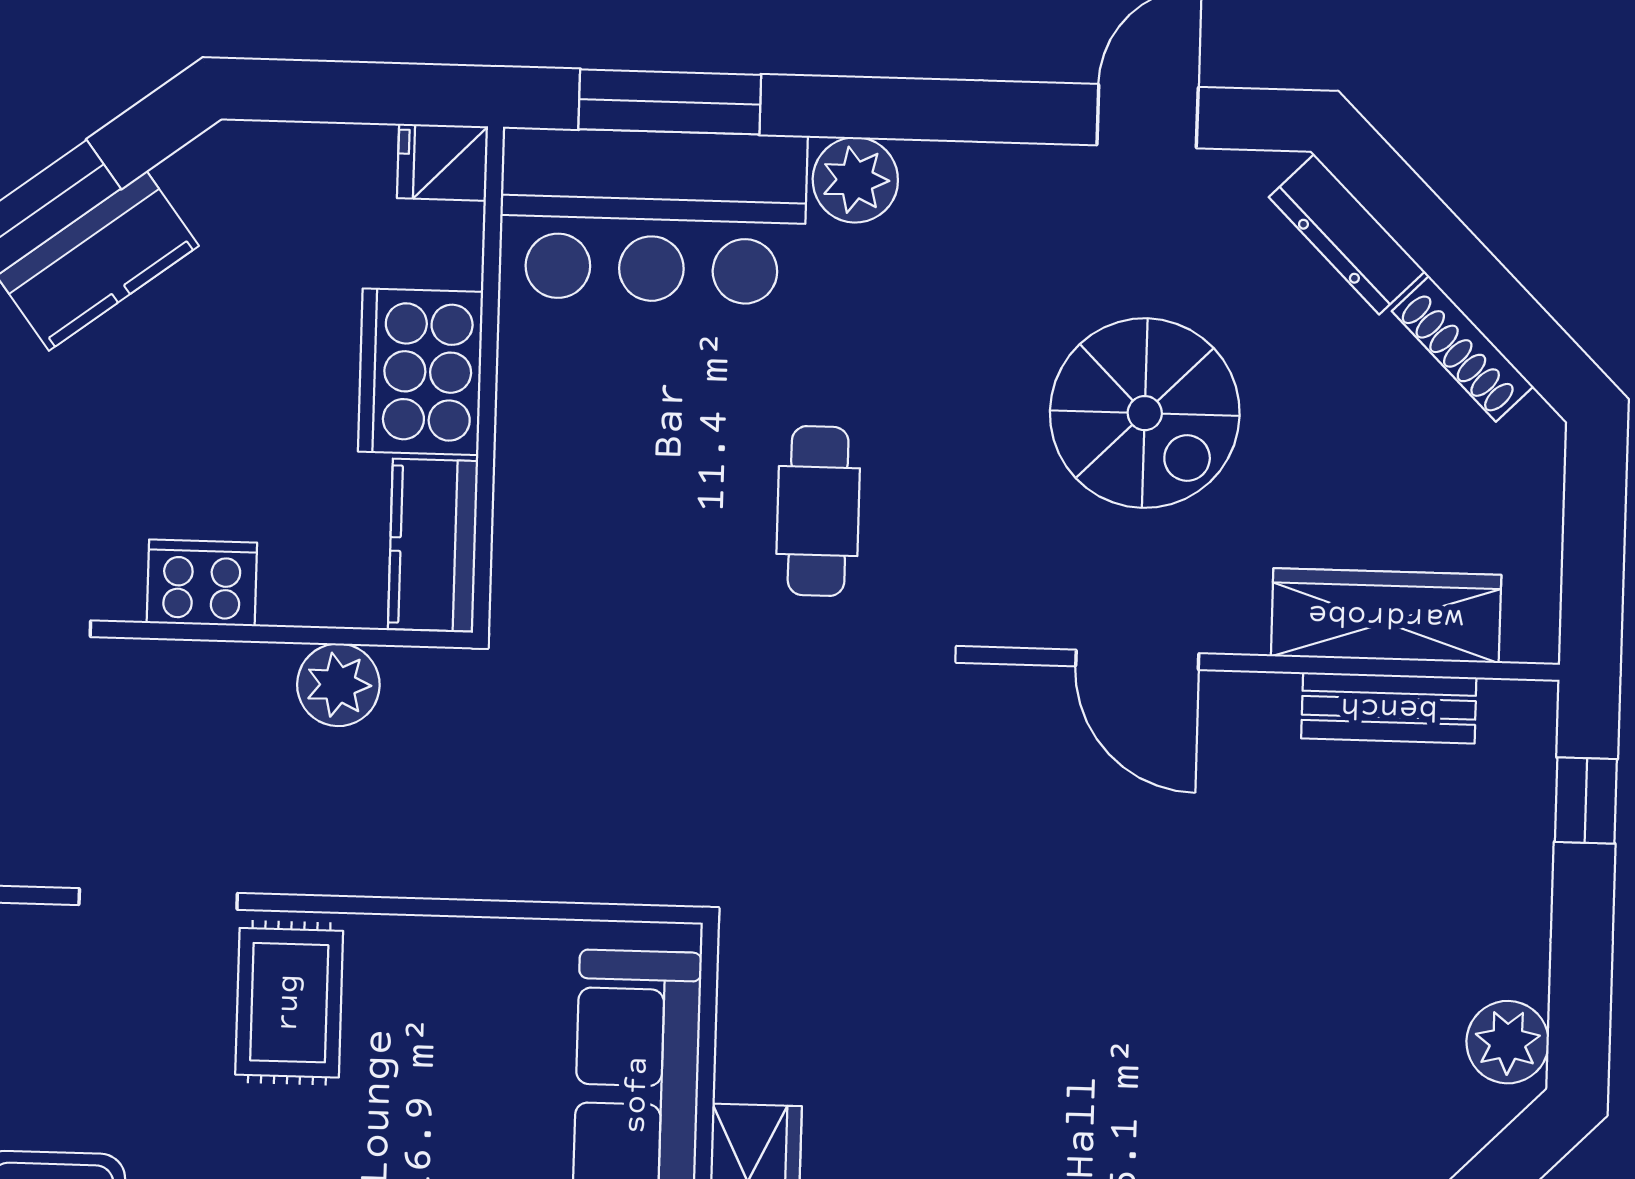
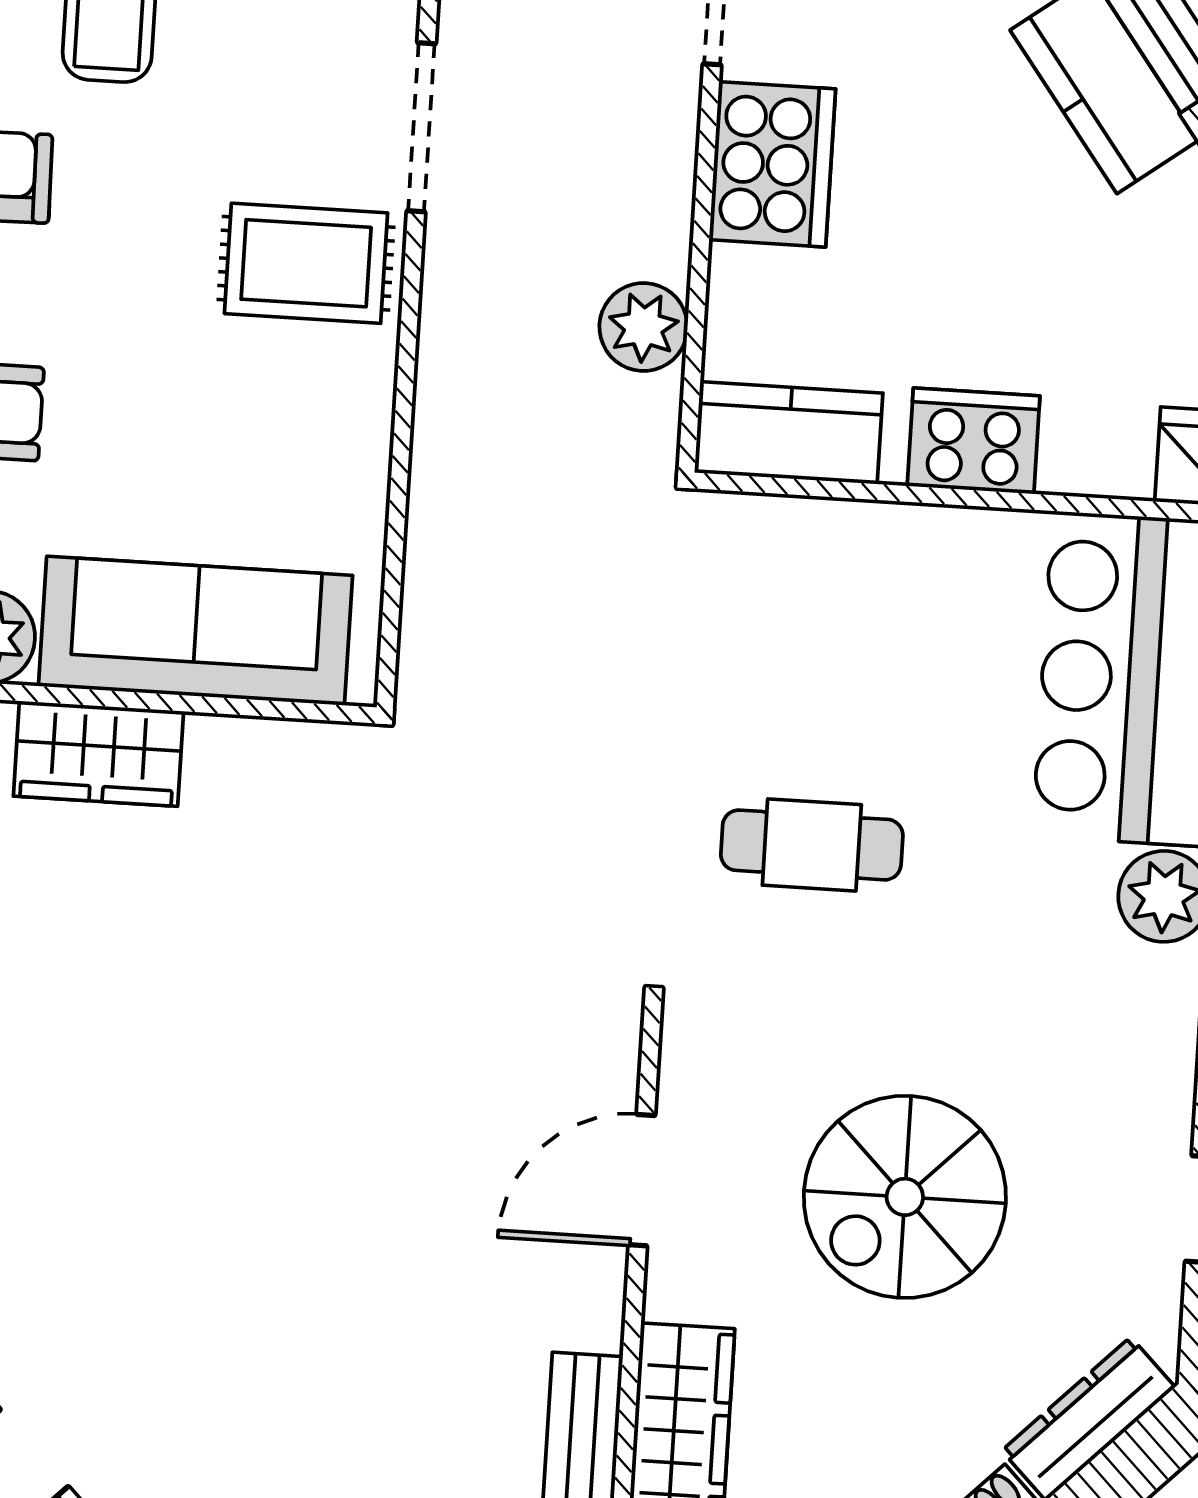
cooker: (421, 372) -> (974, 441), width x0.73, depth x0.76
cooker: (202, 583) -> (772, 164), width x1.37, depth x1.31

